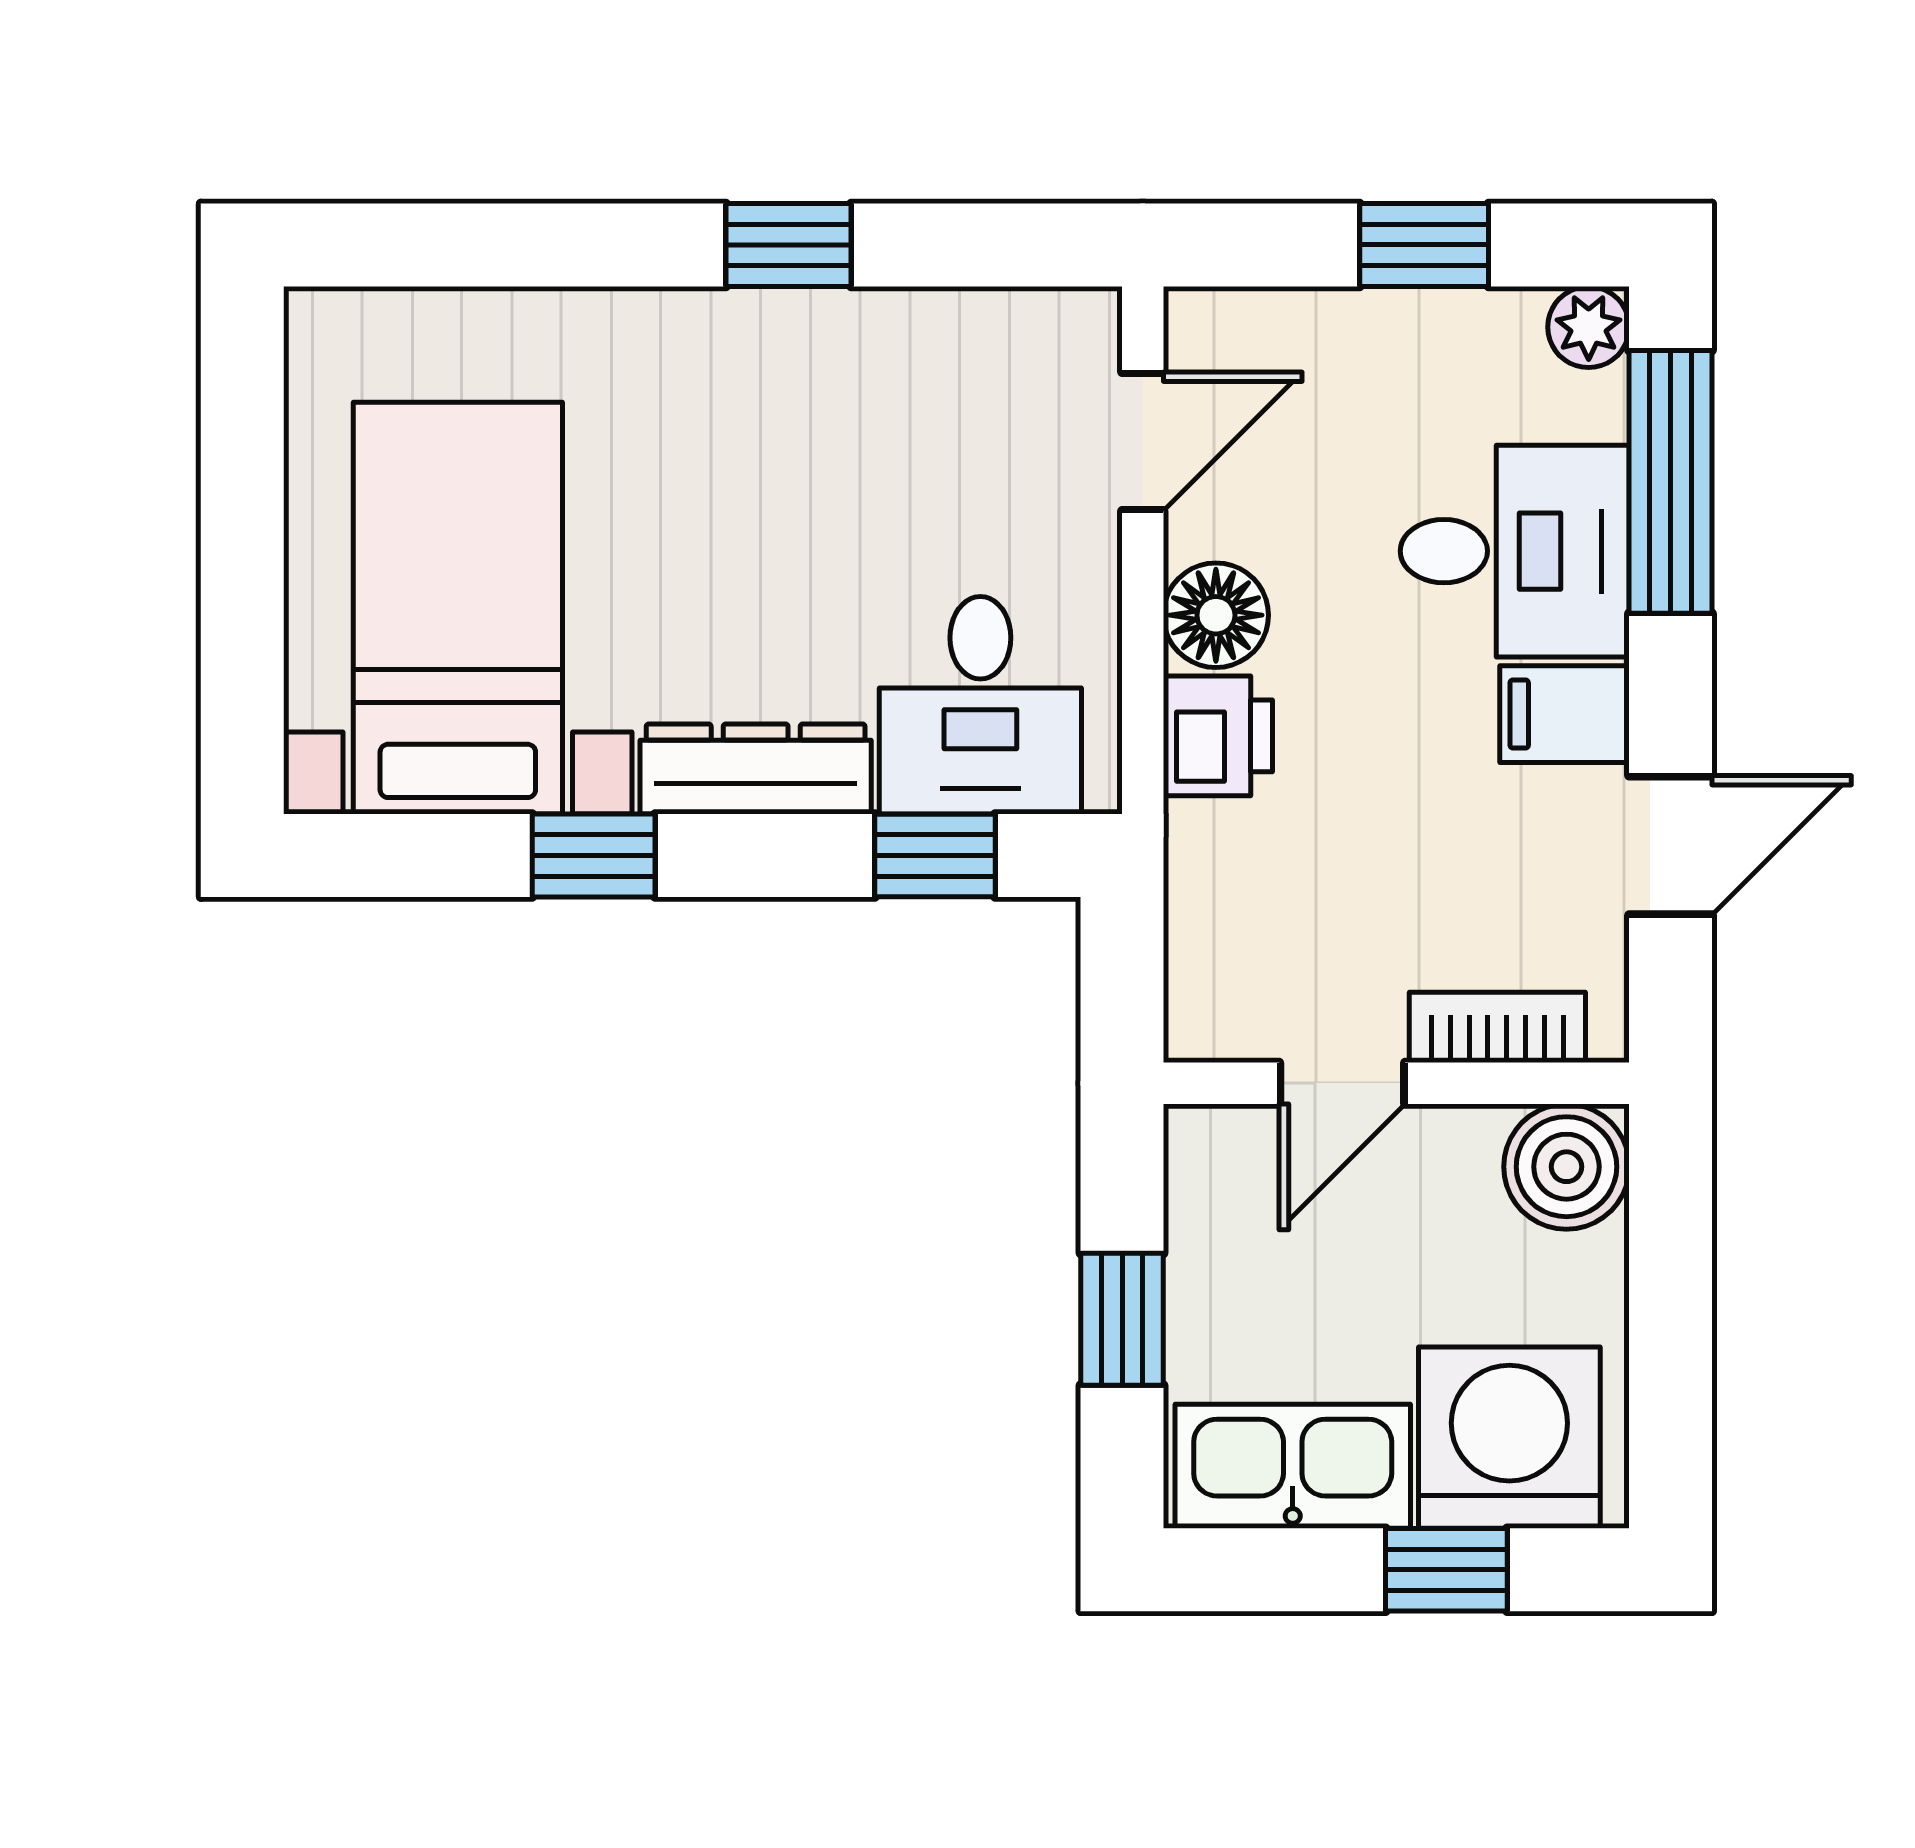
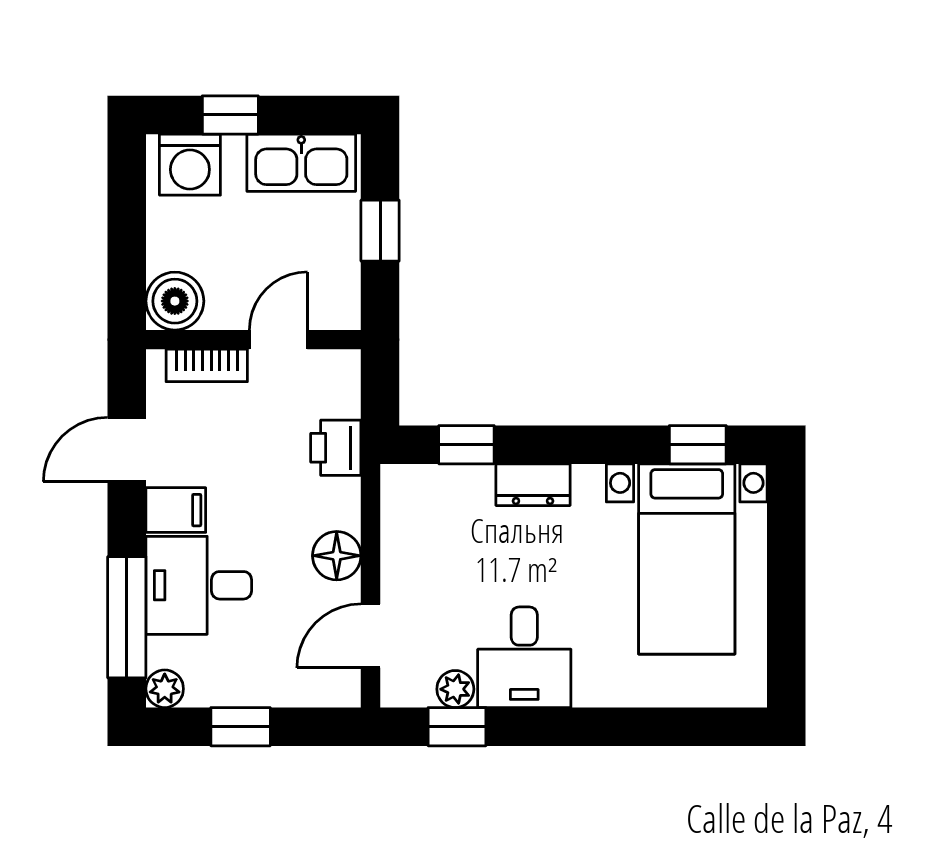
window: (789, 245) -> (457, 727), moved
plant: (959, 326) -> (455, 689), added
desk: (980, 705) -> (524, 657), moved, turned 180
printer: (1218, 736) -> (336, 448), moved
dresser: (756, 769) -> (533, 485), width x0.70
window: (594, 856) -> (698, 445), moved
washing machine: (1509, 1438) -> (190, 165), width x0.73, depth x0.73

